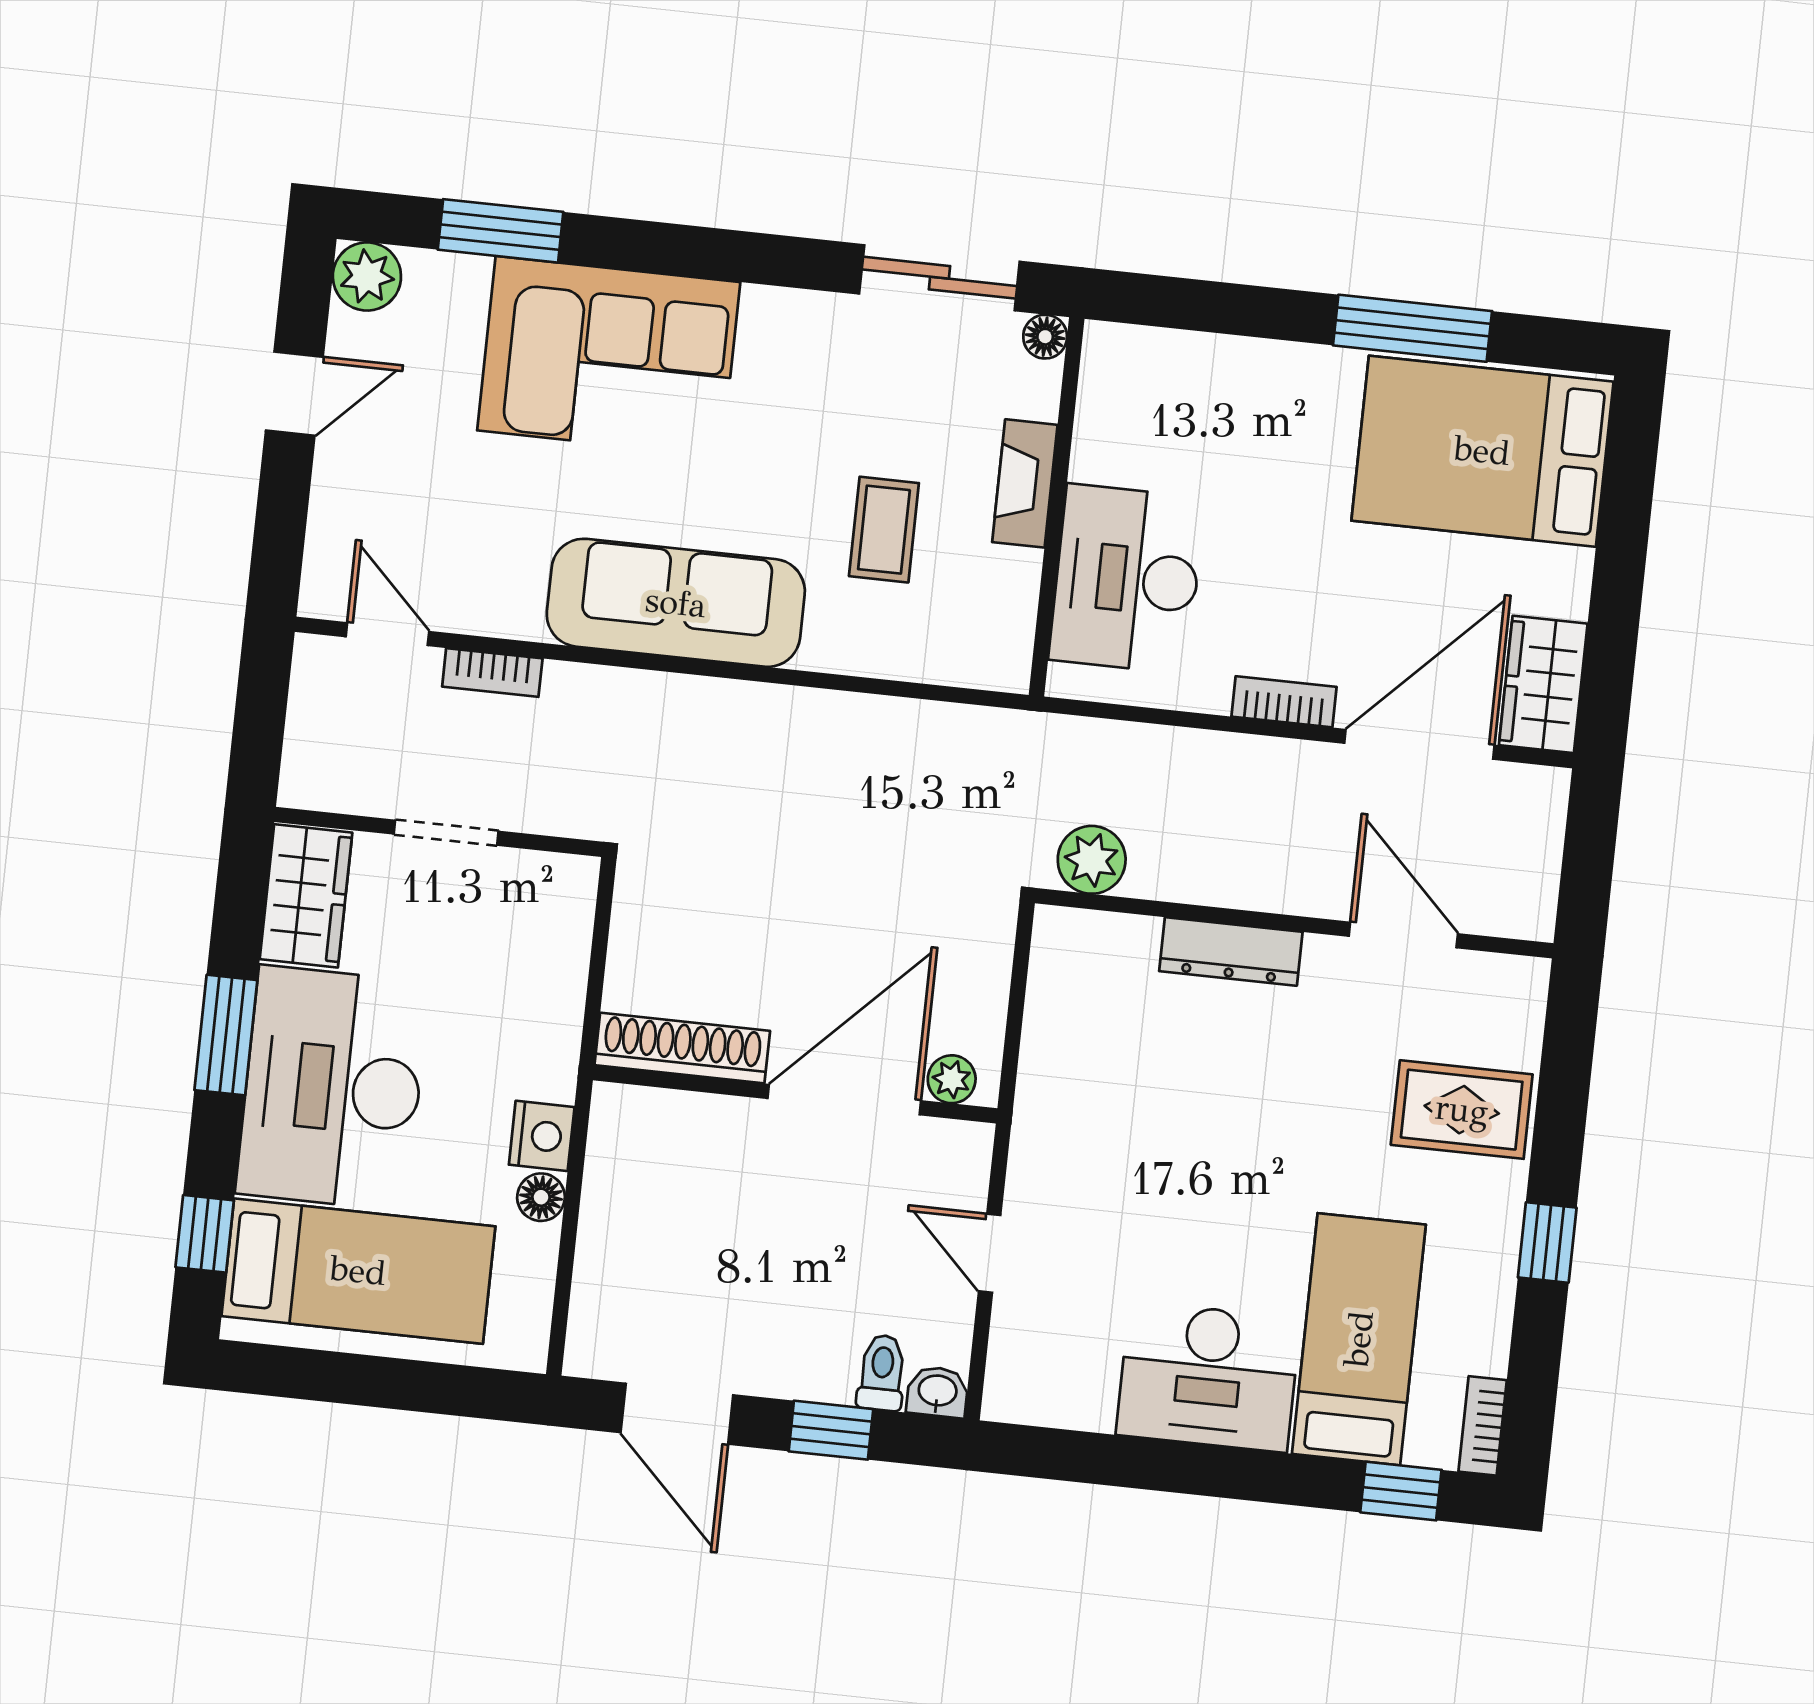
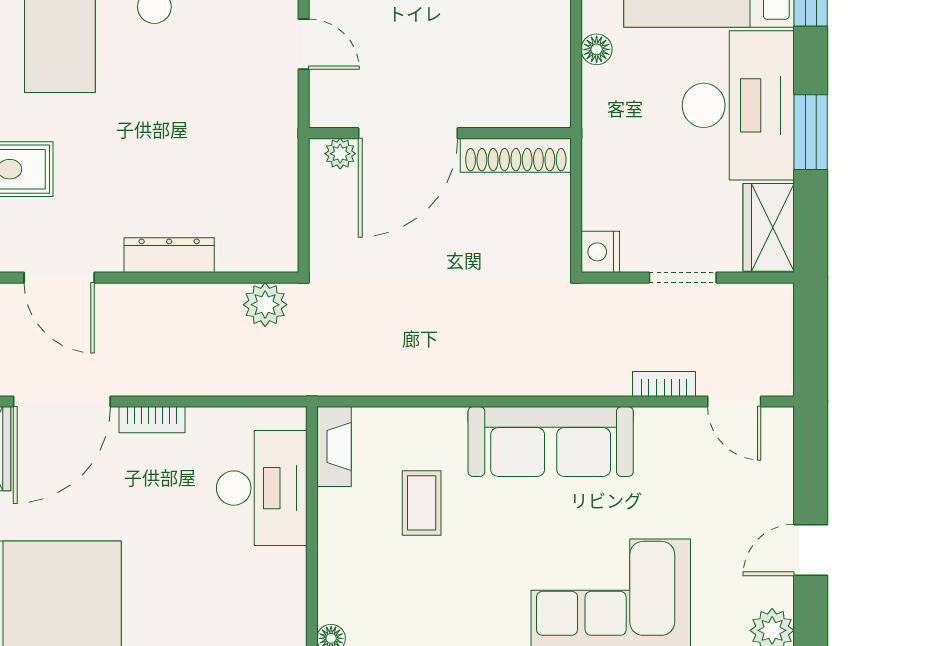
fireplace: (1025, 483) -> (334, 446), moved
nightstand: (542, 1136) -> (600, 252), moved

